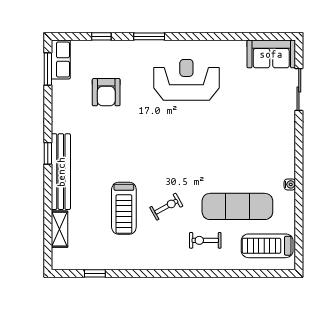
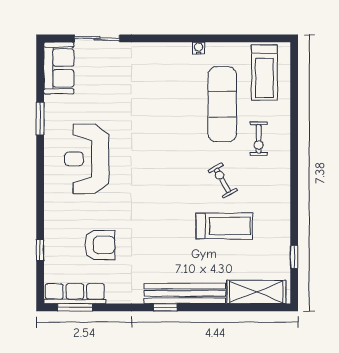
window: (149, 36) -> (40, 119), moved
row of seats: (61, 59) -> (75, 294), width x1.48
shelving: (60, 229) -> (256, 292), width x1.50, depth x1.33

